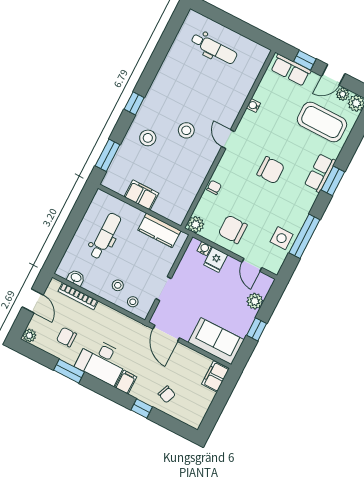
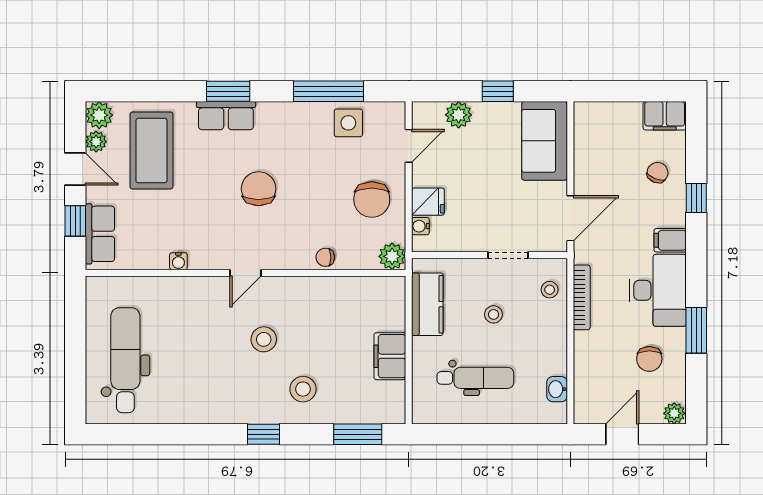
dental chair: (214, 48) -> (125, 360), width x1.36, depth x1.38
dental chair: (105, 236) -> (475, 378), turned 180
stool: (118, 285) -> (494, 314), moved
bookcase: (78, 296) -> (582, 297), moved
filing cabinet: (215, 376) -> (665, 116), moved

